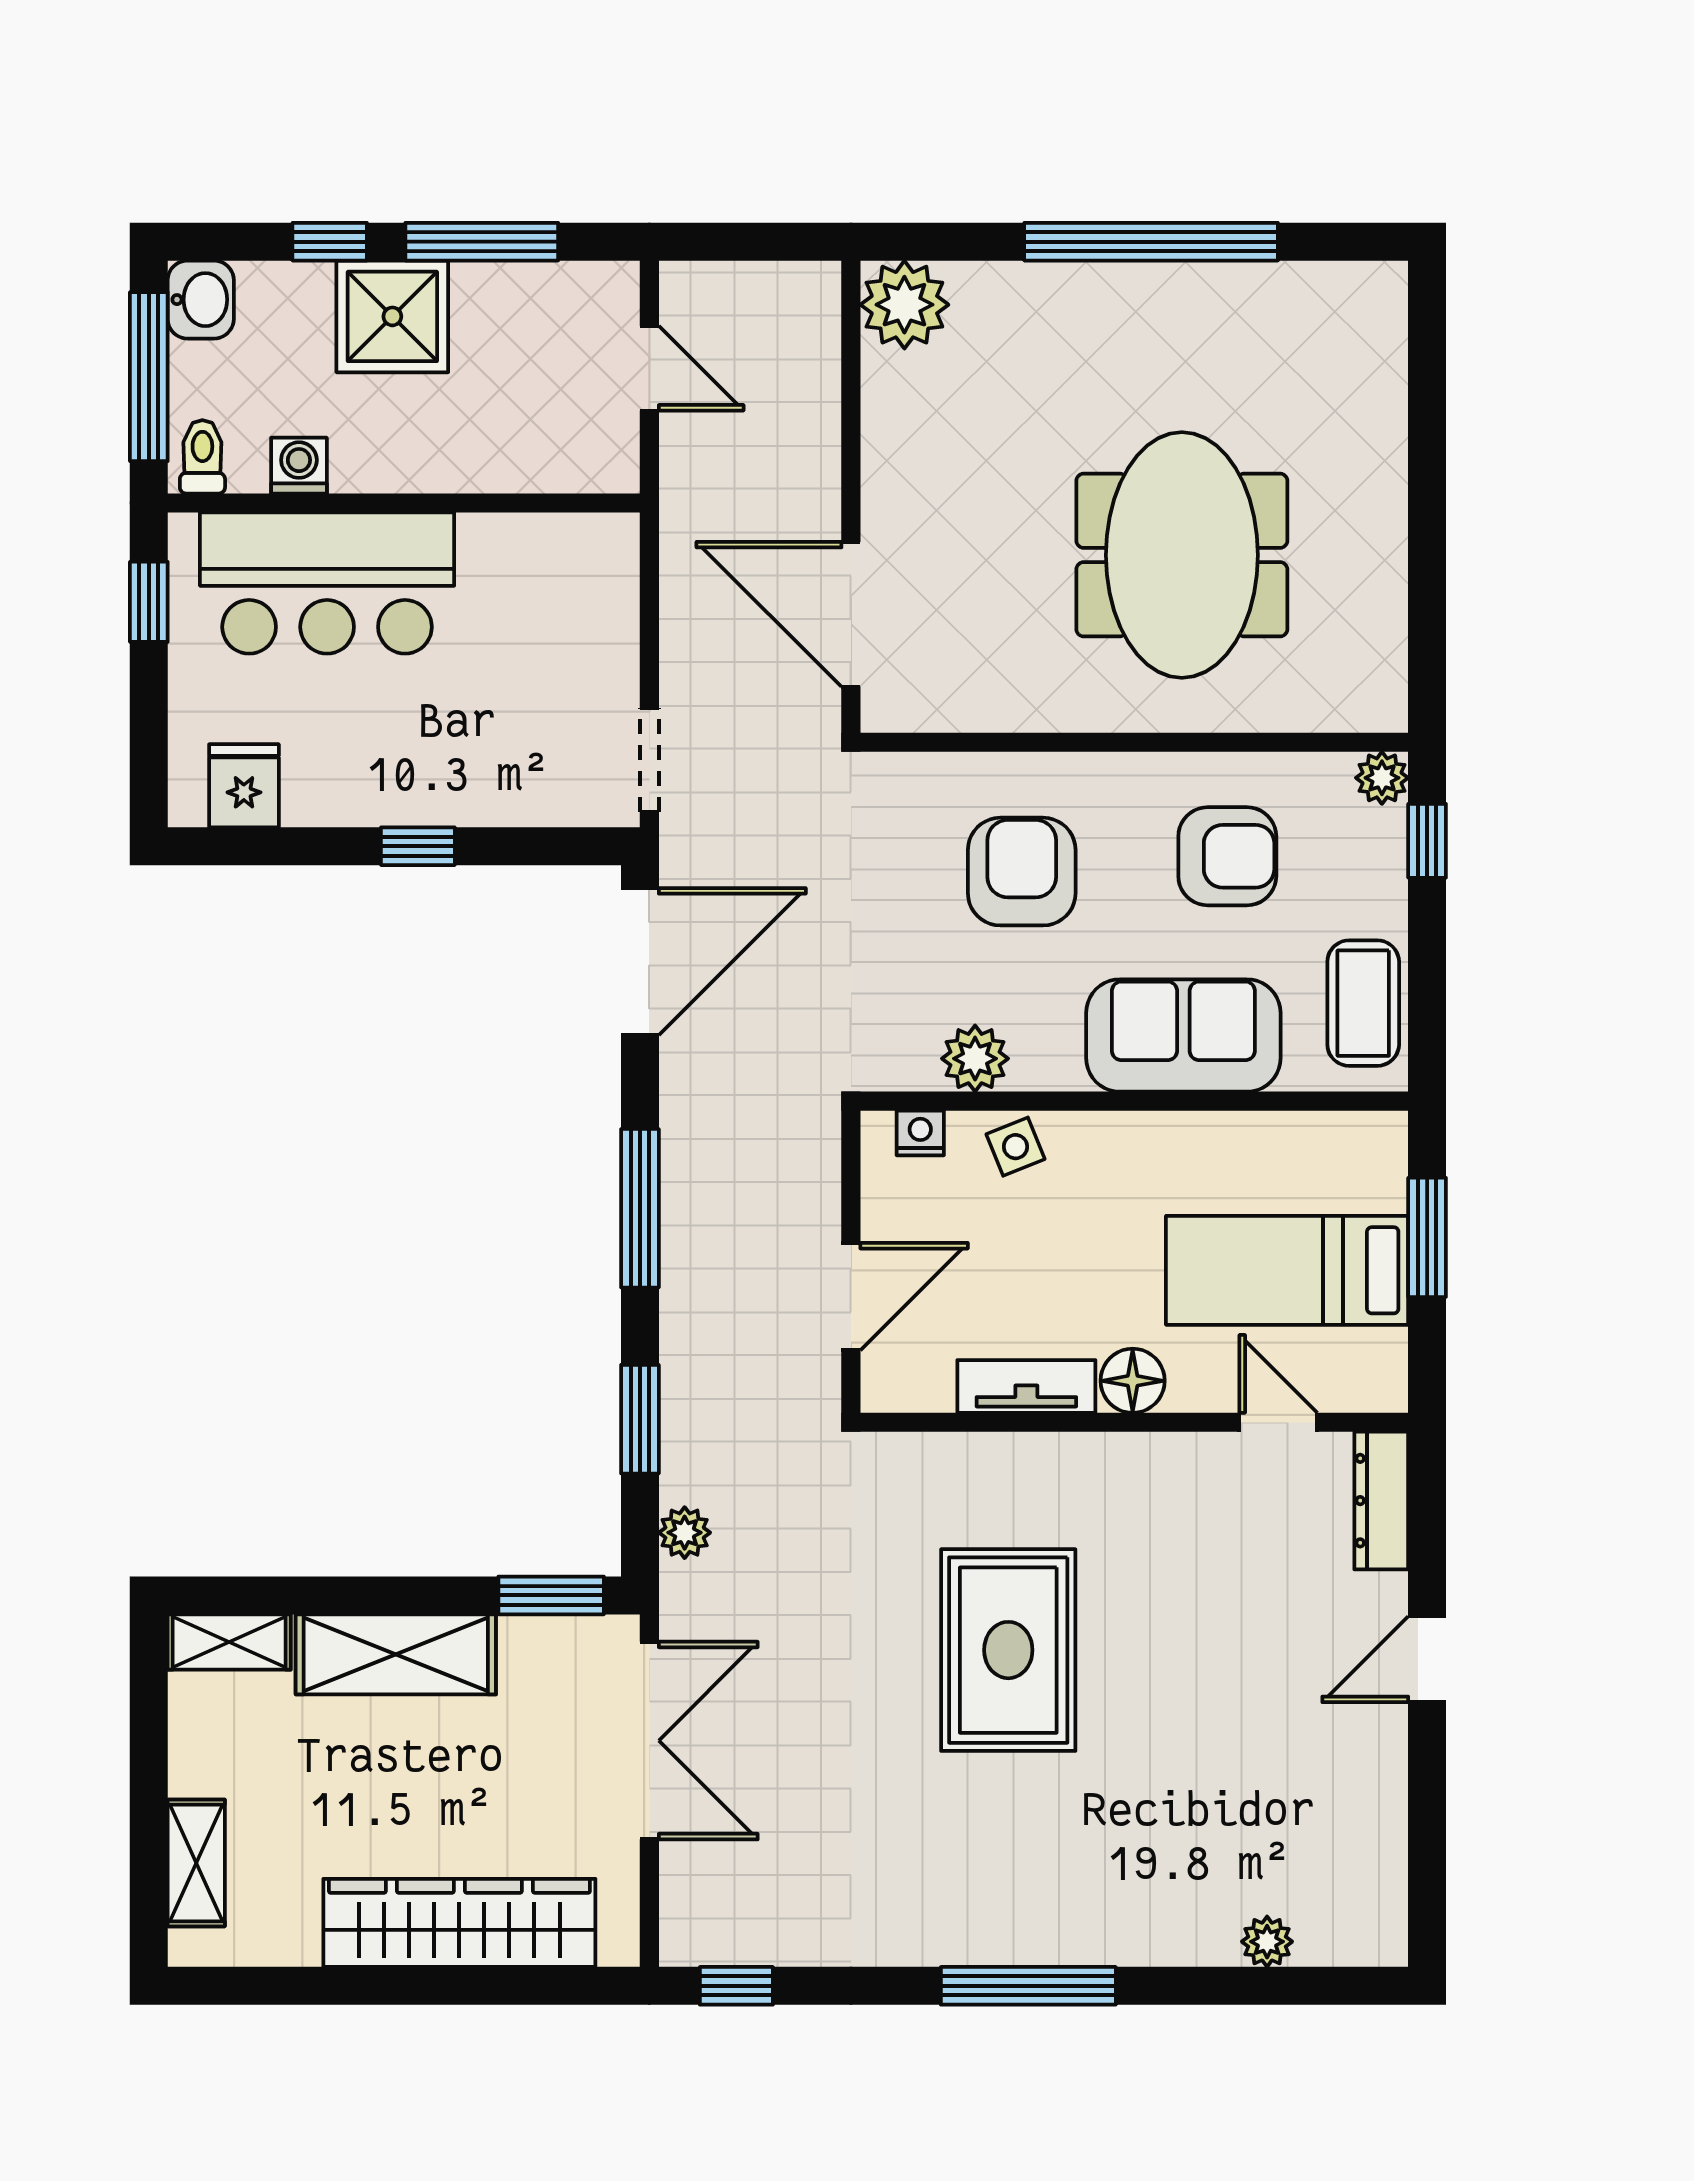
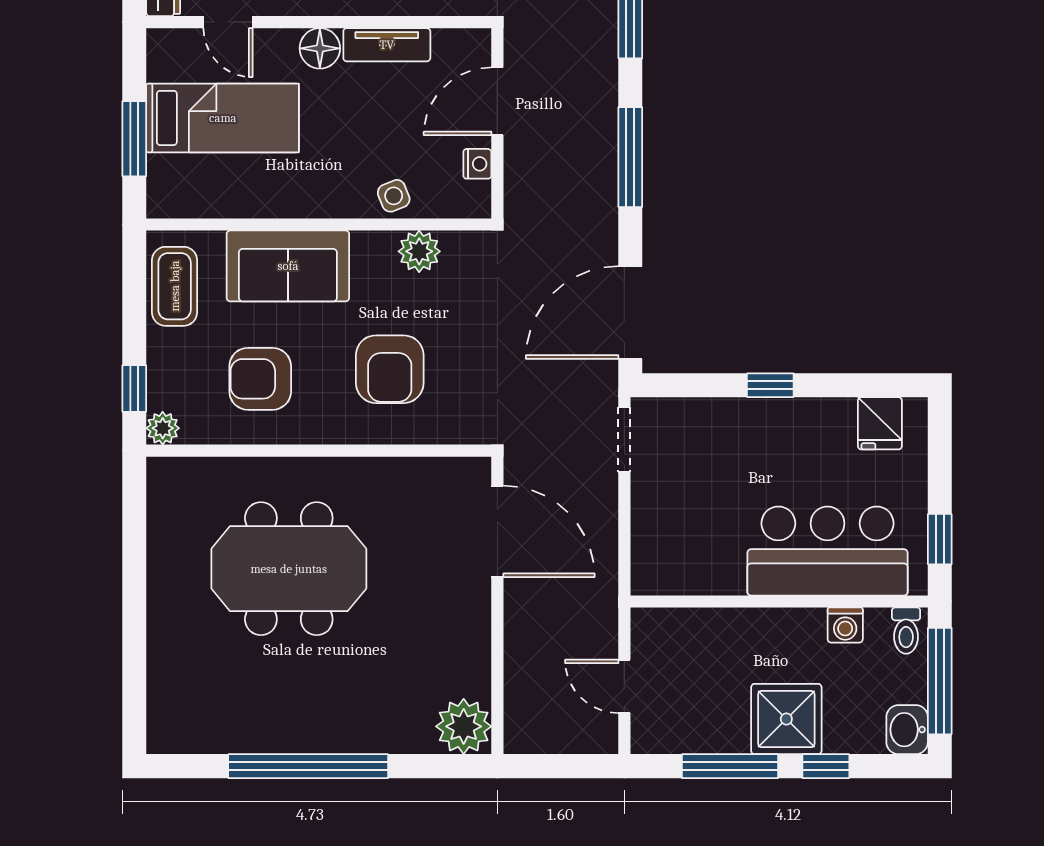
meeting table: (1182, 555) -> (289, 569), turned 90
nightstand: (920, 1133) -> (477, 164), moved, turned -90

